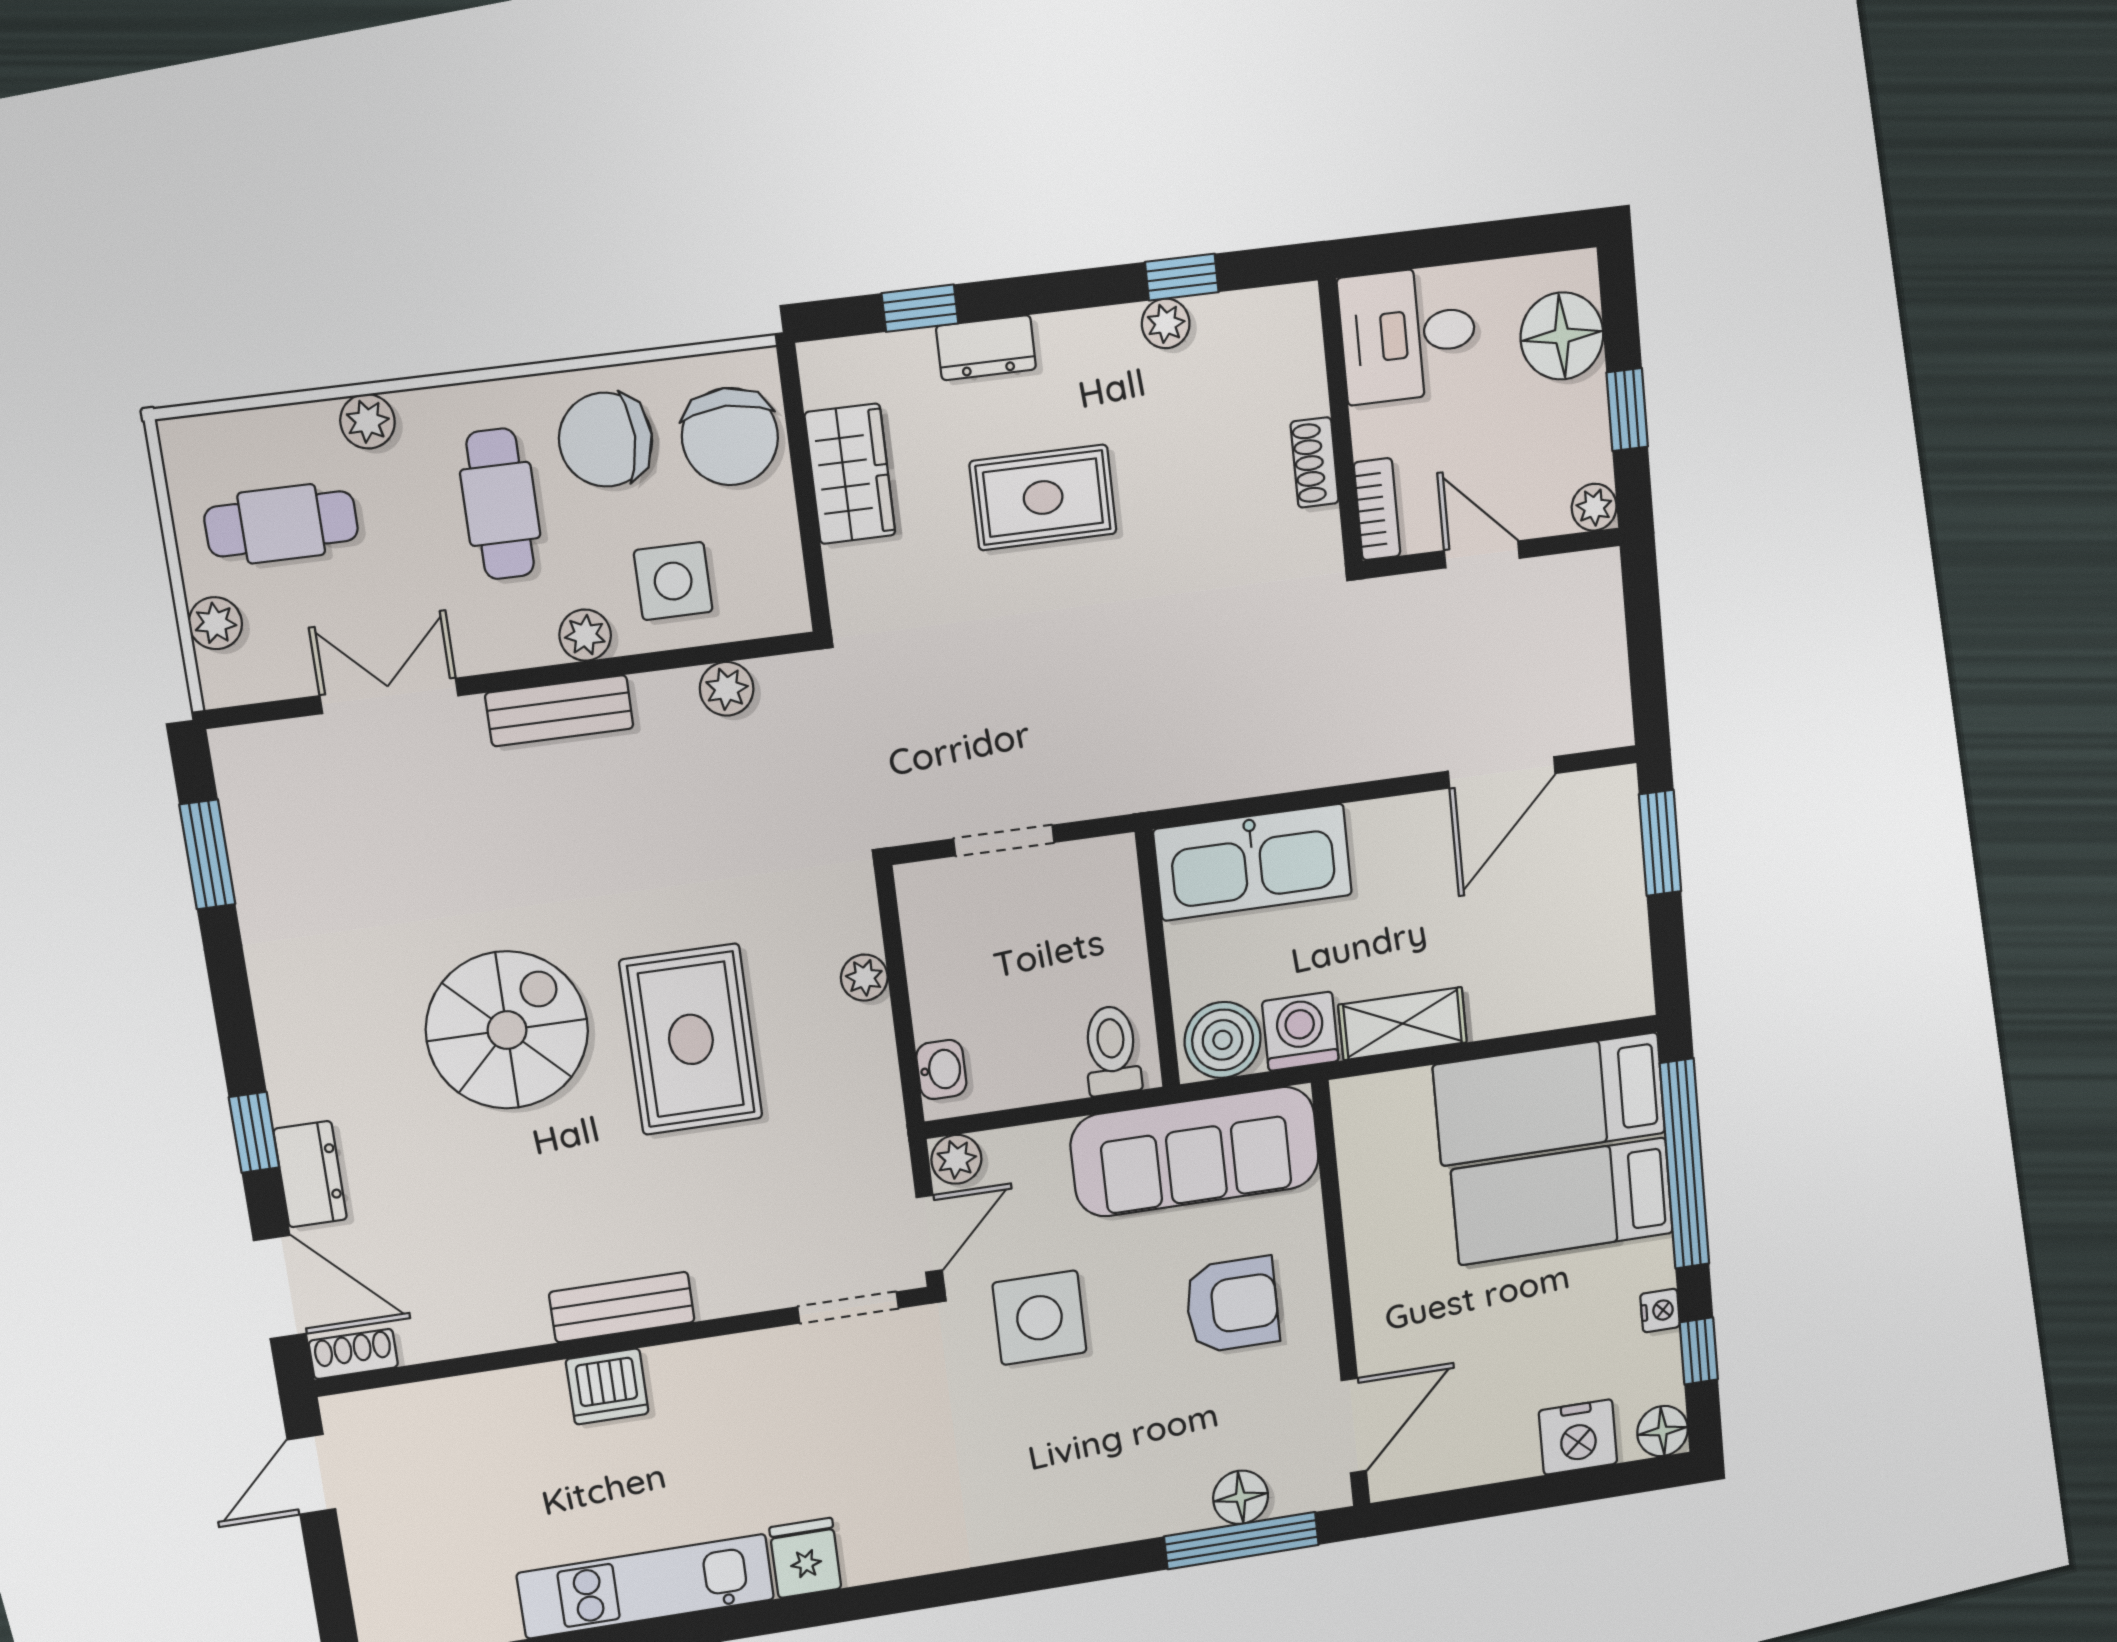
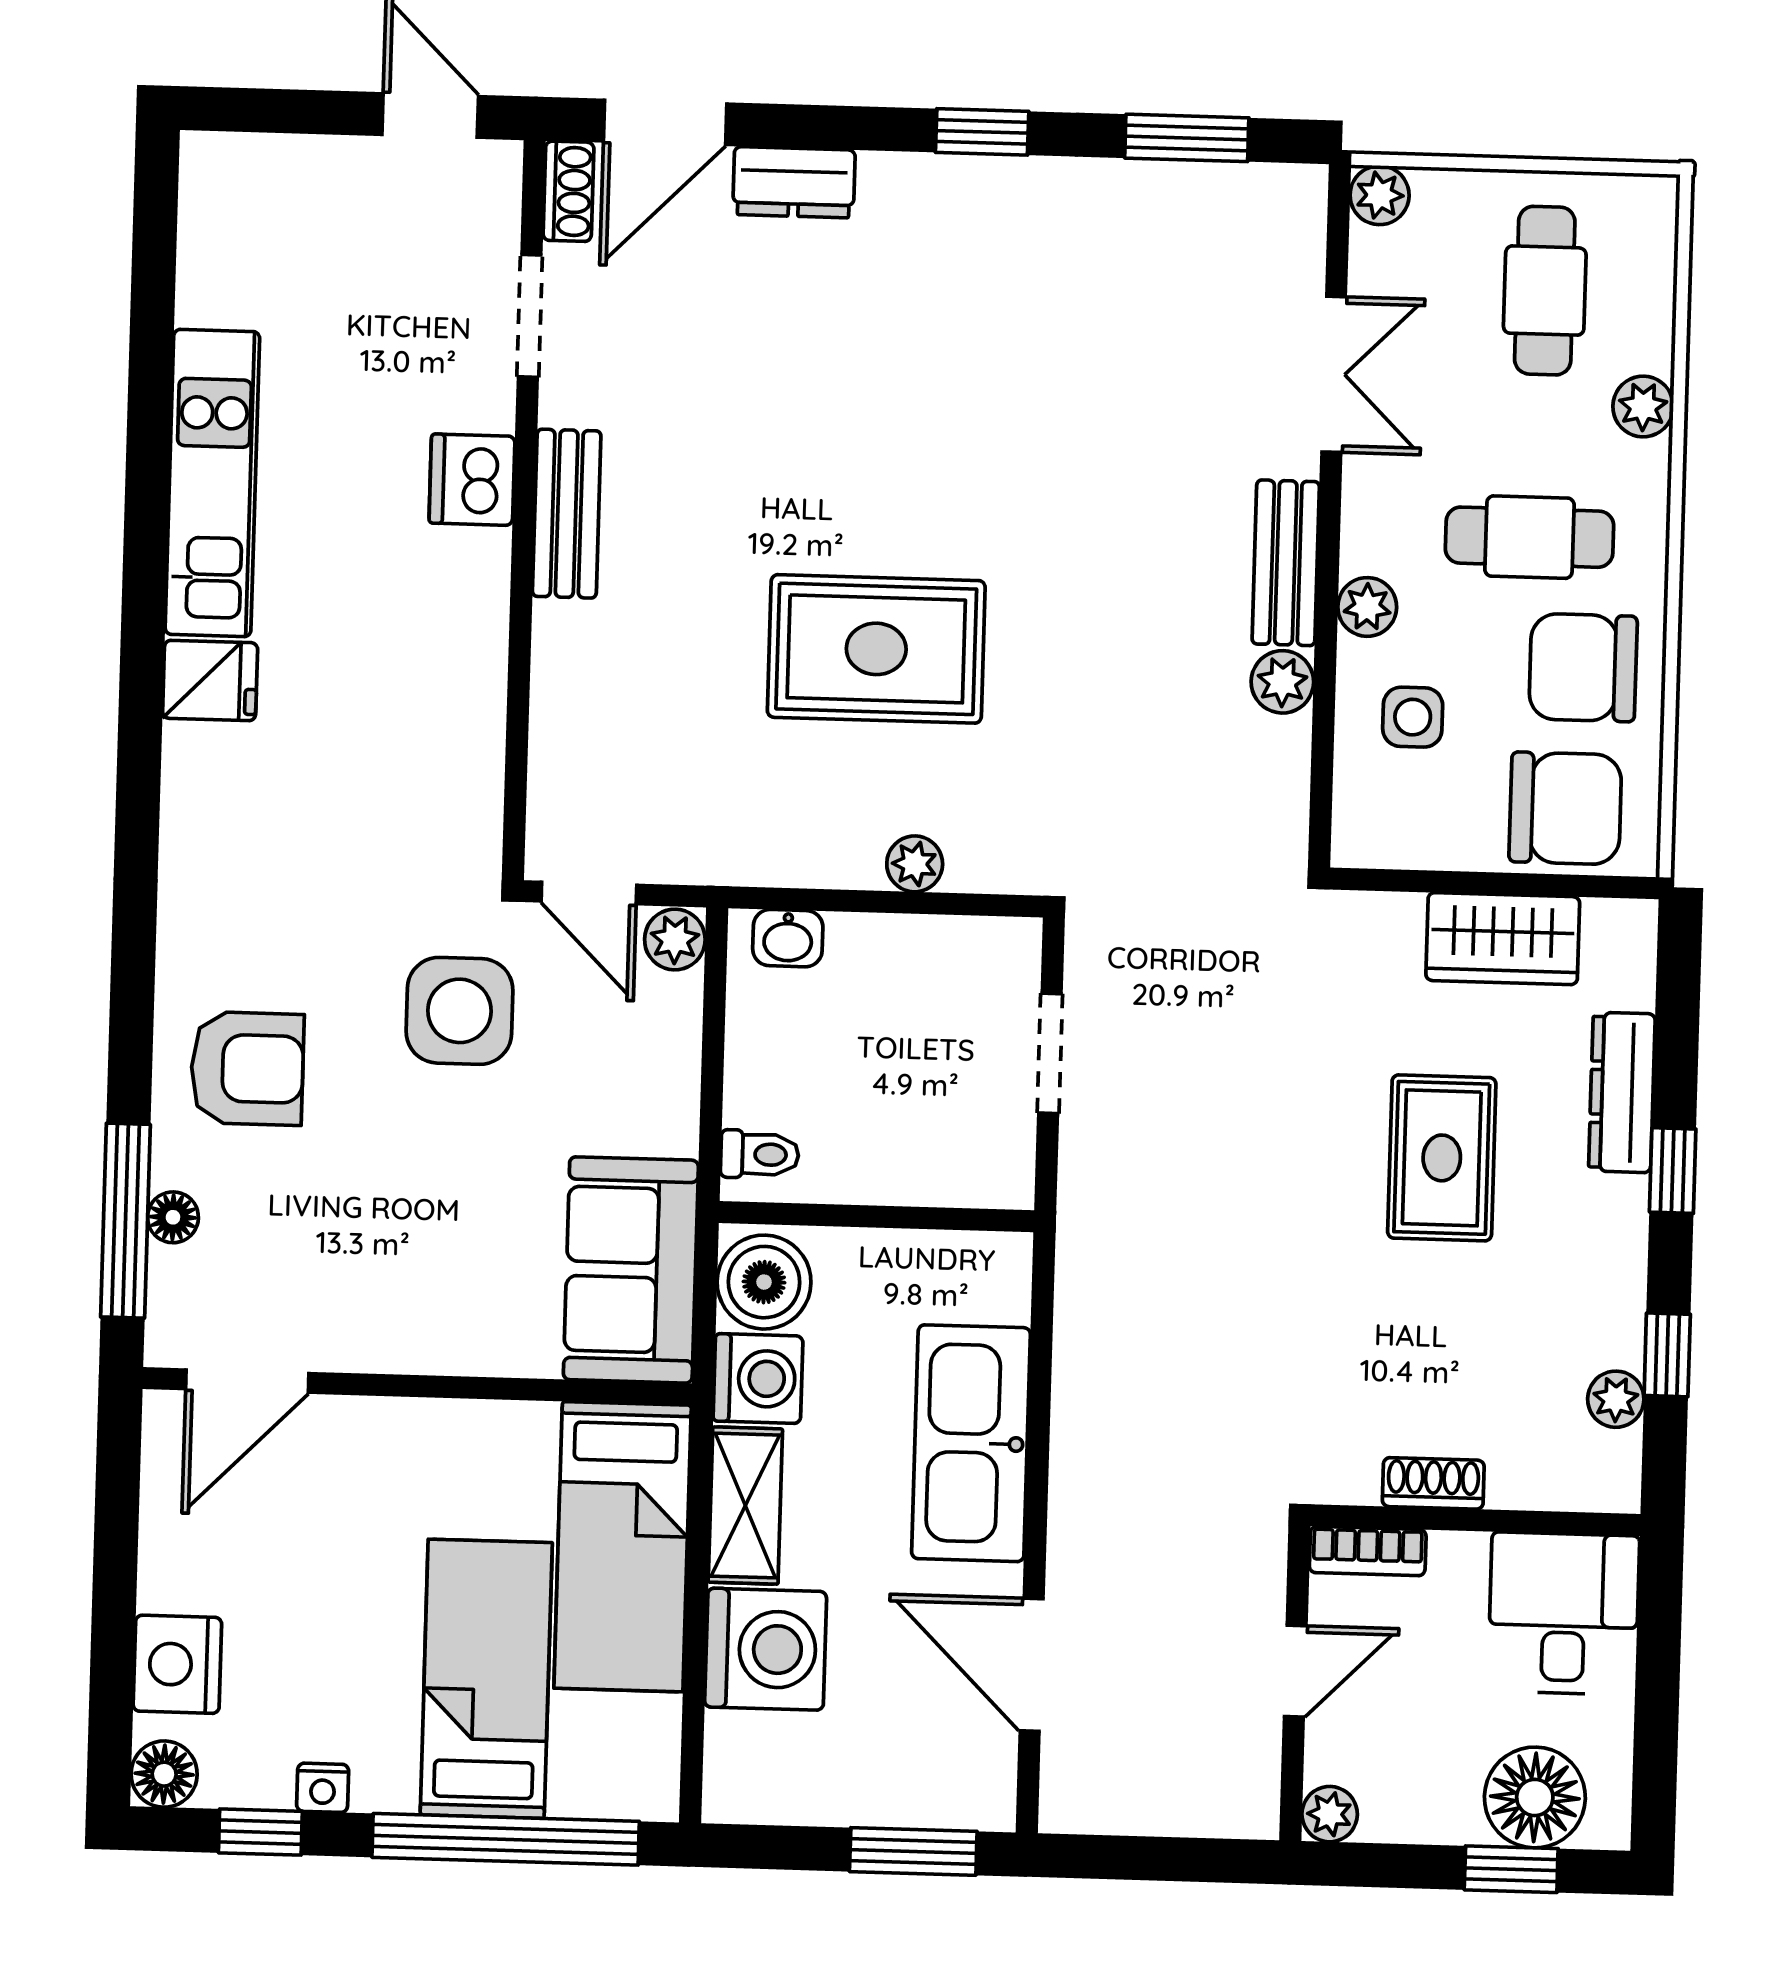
window: (920, 308) -> (1673, 1171), moved
plant: (1166, 323) -> (1616, 1399), moved
dresser: (986, 348) -> (1622, 1092), width x1.44
window: (1627, 410) -> (1511, 1869), moved
chair: (730, 437) -> (1565, 808), turned 180
chair: (606, 440) -> (1583, 668), turned -90
side table: (673, 581) -> (1413, 717), width x0.73, depth x0.73
plant: (215, 623) -> (1380, 195), moved
plant: (727, 689) -> (1282, 682), moved
kitchen sink: (1253, 862) -> (971, 1443), moved
washing machine: (1514, 988) -> (766, 1649), added
spiral stairs: (507, 1030) -> (925, 438), removed
toilet: (1112, 1050) -> (760, 1154), width x0.73, depth x0.72
bed: (1549, 1099) -> (623, 1547), moved, turned 180
window: (254, 1132) -> (982, 132), moved
sofa: (1195, 1152) -> (631, 1270), width x0.73
armchair: (1232, 1305) -> (247, 1068), moved, turned -90
doorway: (848, 1307) -> (530, 316), moved
door: (1354, 1426) -> (247, 1381), hinge flipped
floor lamp: (1241, 1497) -> (173, 1217), width x0.73, depth x0.73

